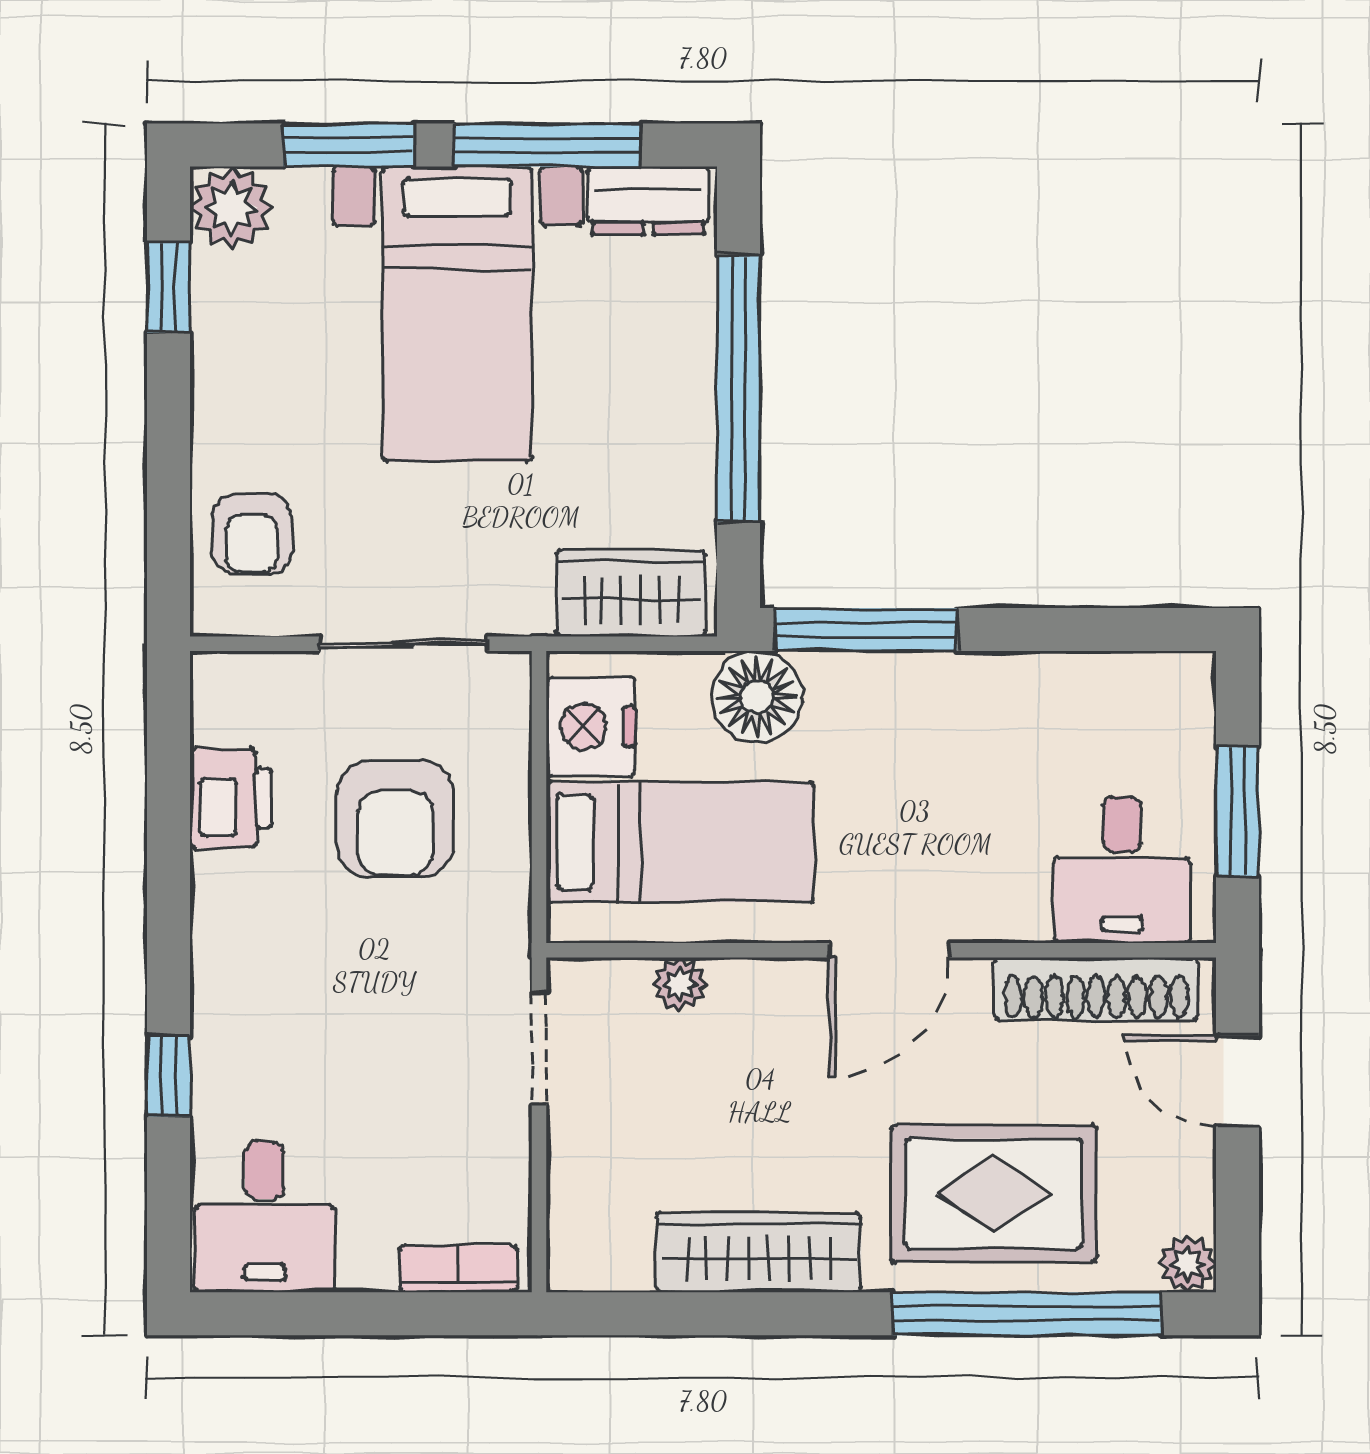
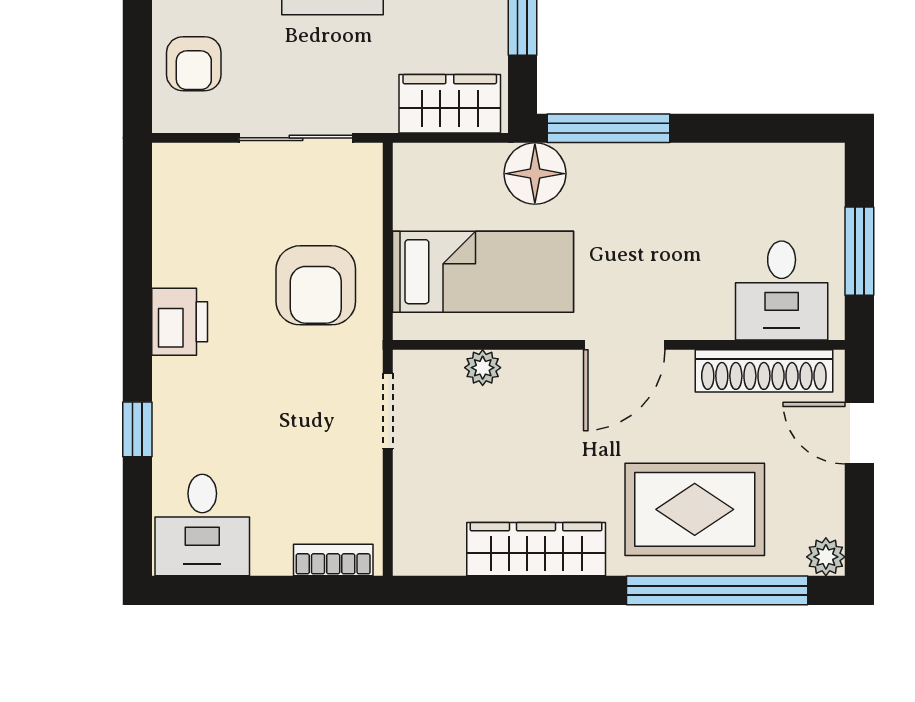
nightstand: (591, 726) -> (423, 194), removed
printer: (231, 798) -> (180, 322), moved
armchair: (395, 819) -> (316, 285), moved

